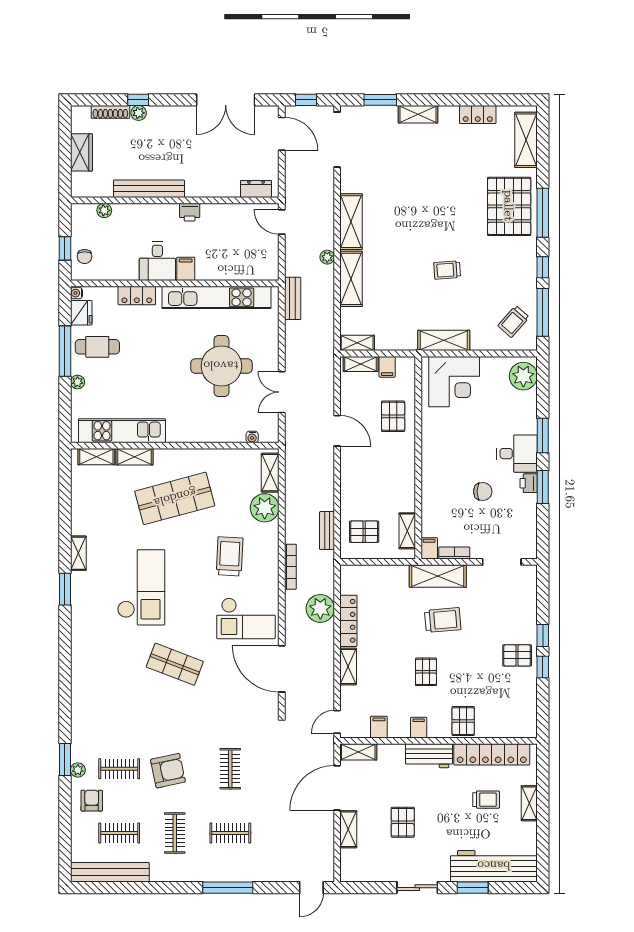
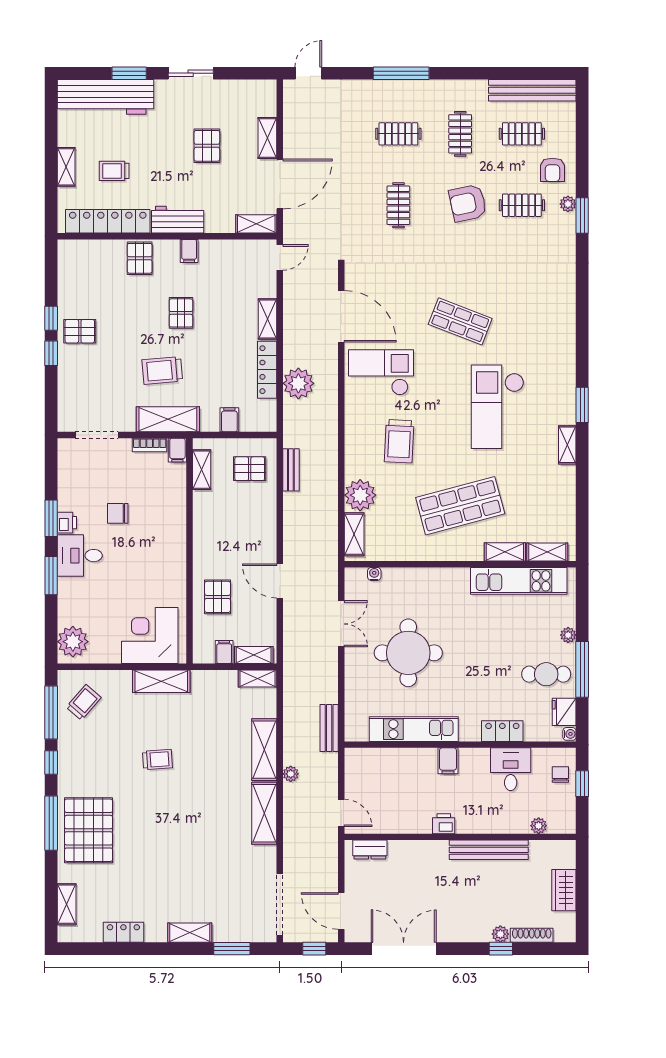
shelving: (526, 140) -> (67, 904), width x0.67, depth x0.75
desk: (157, 261) -> (511, 769), moved
kitchen unit: (216, 297) -> (414, 729), width x0.73
bookcase: (290, 567) -> (332, 430), removed
filing cabinet: (379, 727) -> (229, 420), moved, turned 180

